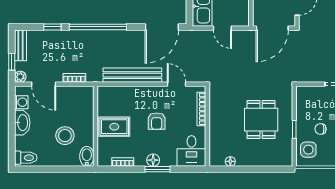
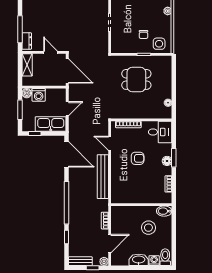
door: (177, 84) -> (110, 143), hinge flipped
washing machine: (21, 102) -> (154, 261), moved
rug: (114, 127) -> (142, 190), removed

